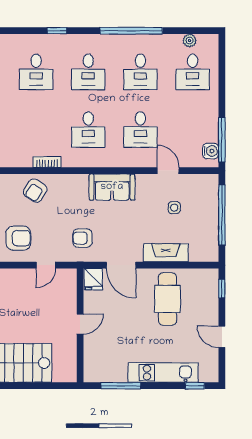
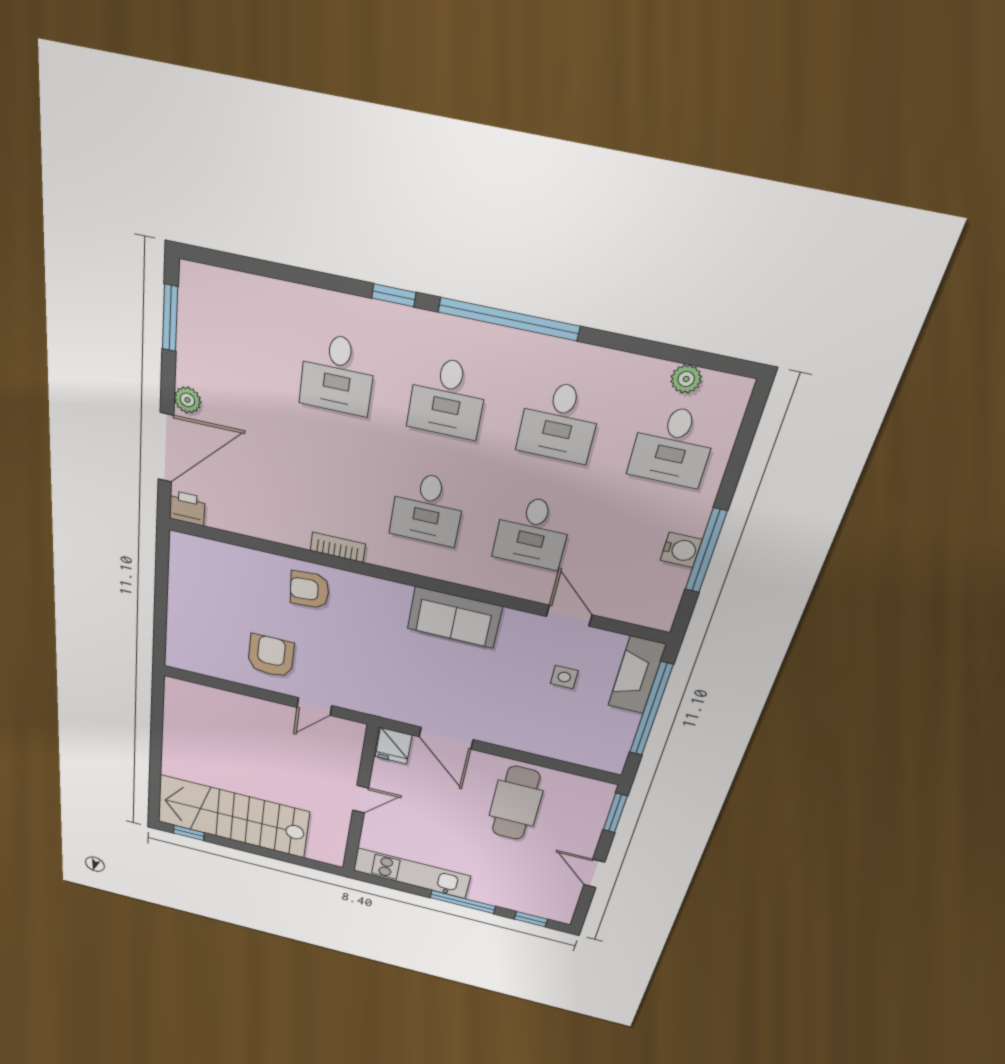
window: (131, 31) -> (509, 319), moved
window: (222, 140) -> (706, 551), moved
water cooler: (211, 151) -> (681, 550), moved
armchair: (35, 191) -> (309, 590), turned 54
armchair: (18, 238) -> (271, 656), turned -90
armchair: (82, 238) -> (385, 683), removed
fireplace: (166, 253) -> (637, 675), moved, turned -90
window: (222, 289) -> (615, 813), width x1.50
kitchen unit: (163, 373) -> (412, 873), moved
window: (121, 386) -> (463, 902), moved

